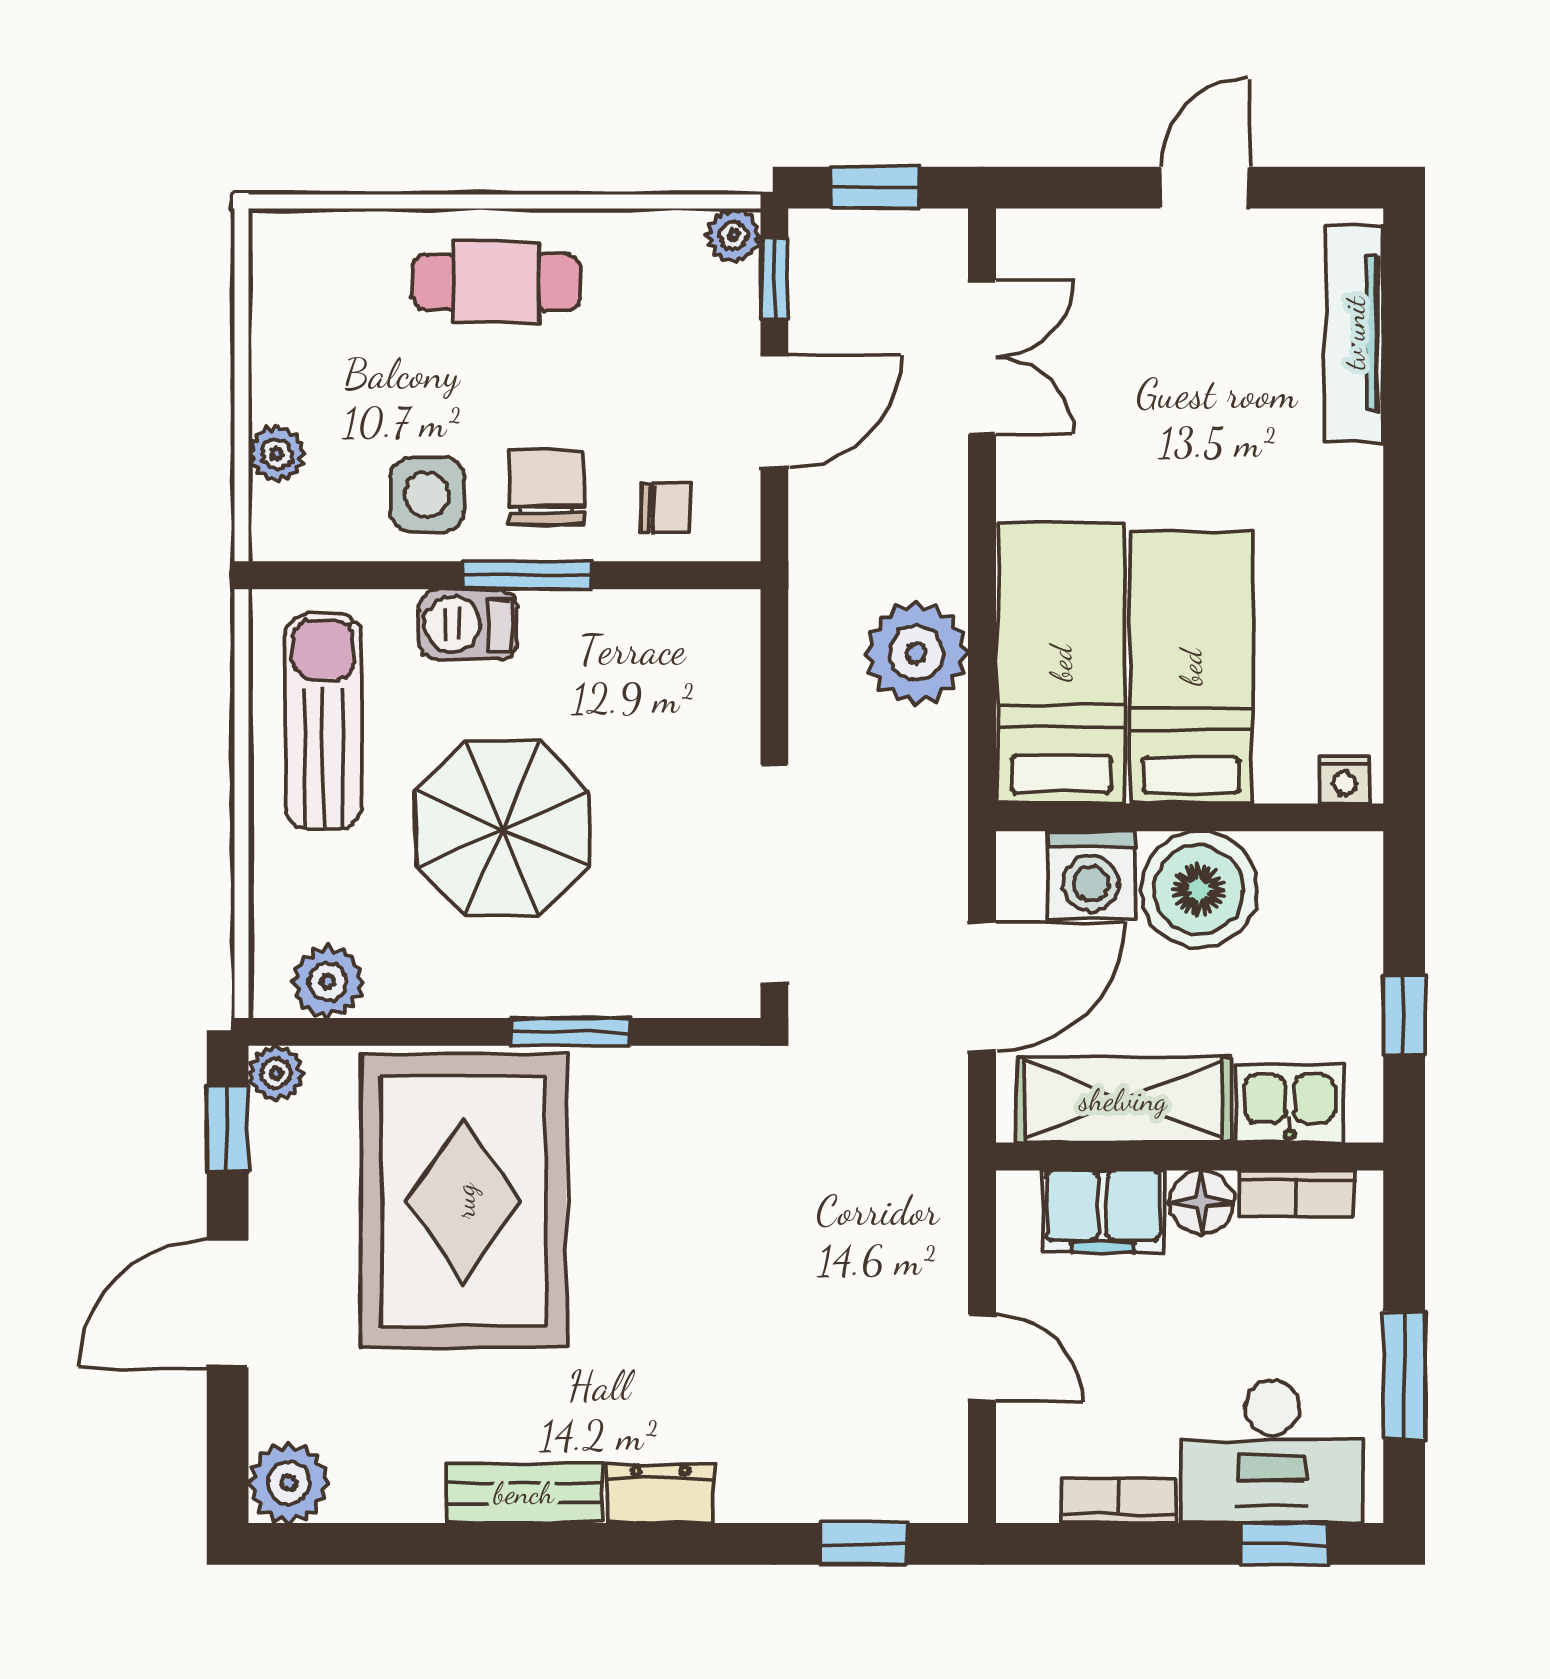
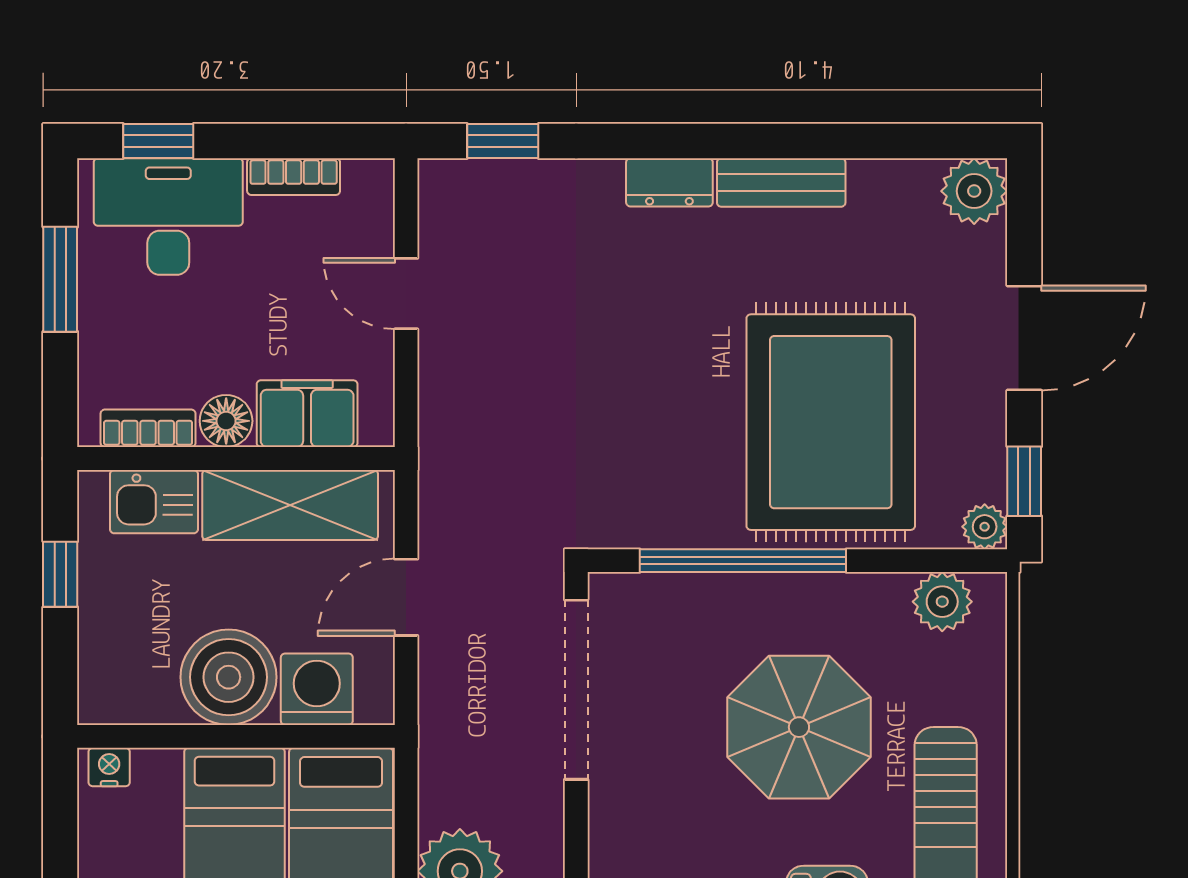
door: (982, 987) -> (406, 597), width x0.73
window: (571, 1032) -> (743, 561), width x2.11

